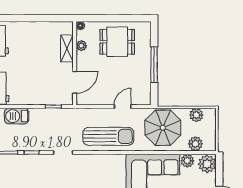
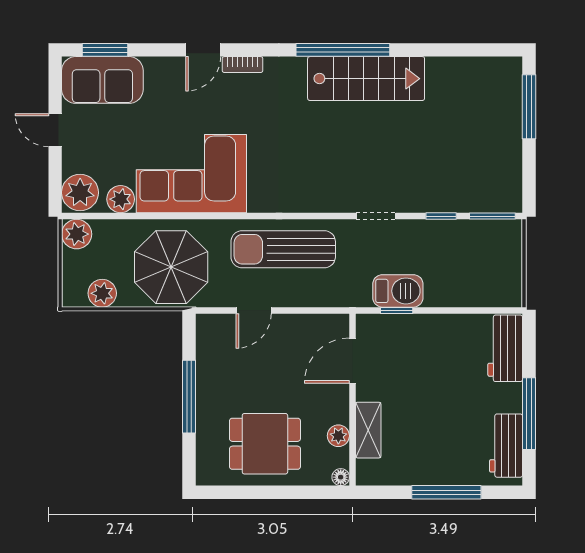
window: (29, 18) -> (446, 492), added
barbecue: (17, 116) -> (398, 291), moved
plant: (195, 144) -> (77, 234), moved

